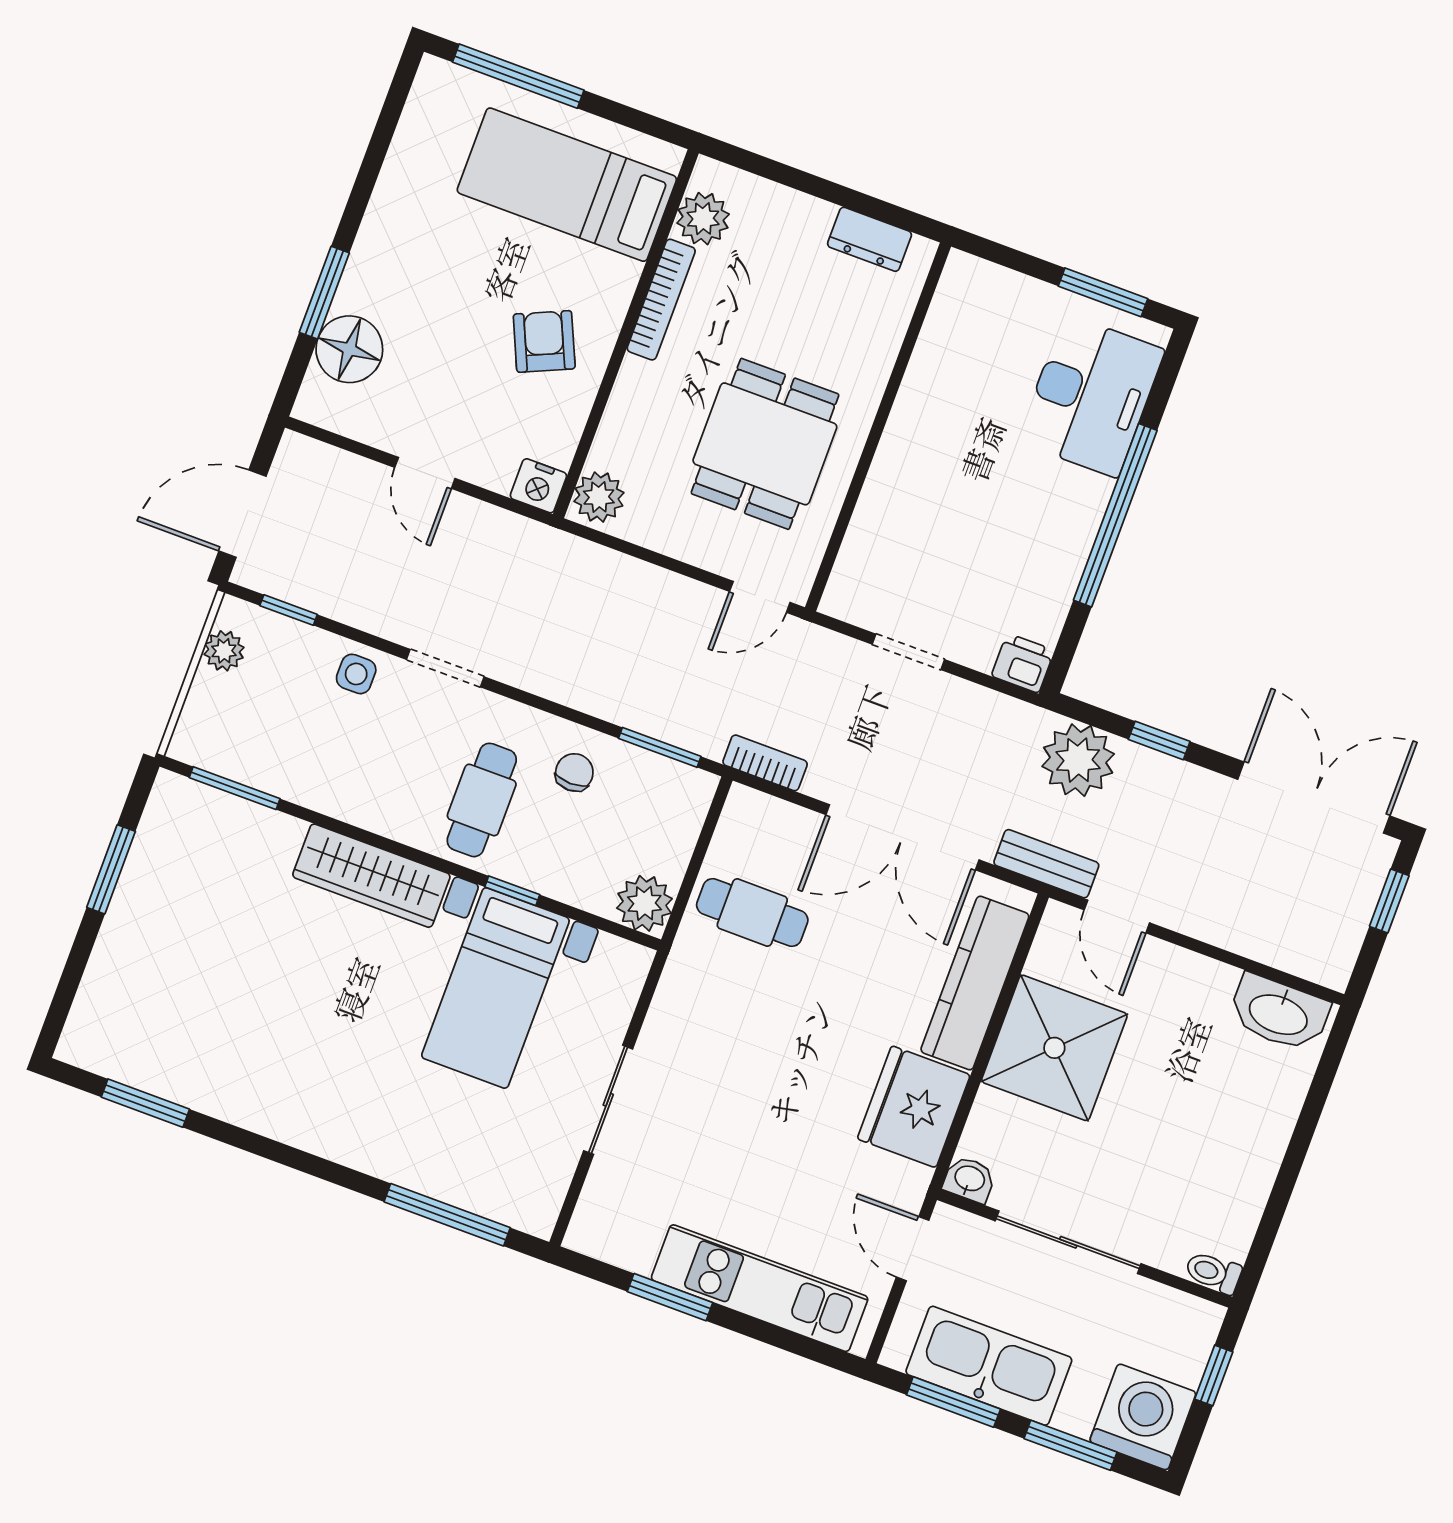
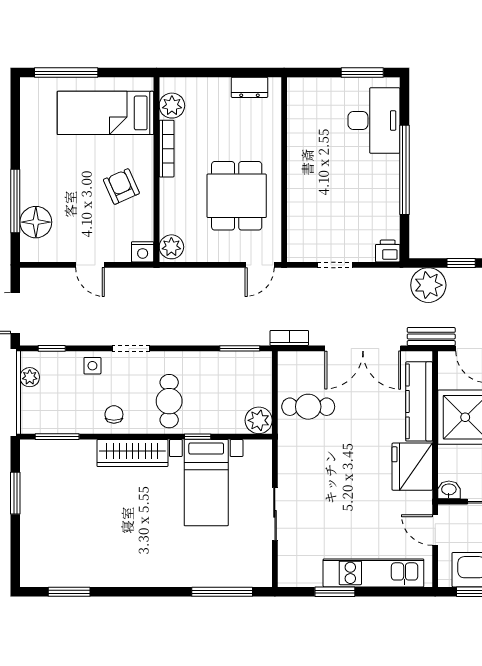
window: (324, 293) -> (15, 201), width x1.44
chair: (574, 772) -> (114, 414), moved

